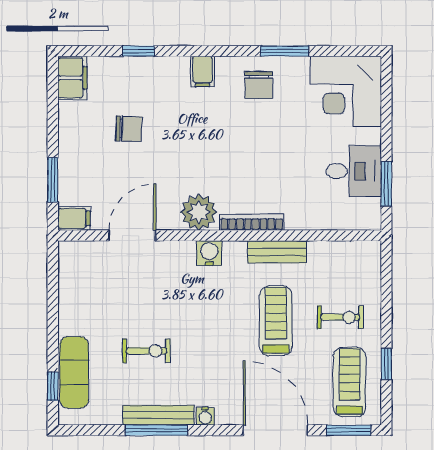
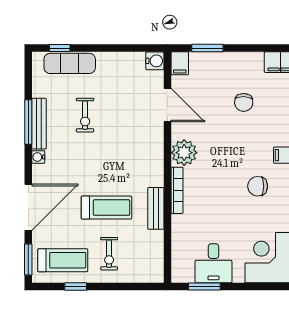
chair: (259, 85) -> (258, 186), moved
water cooler: (209, 253) -> (155, 61), moved

